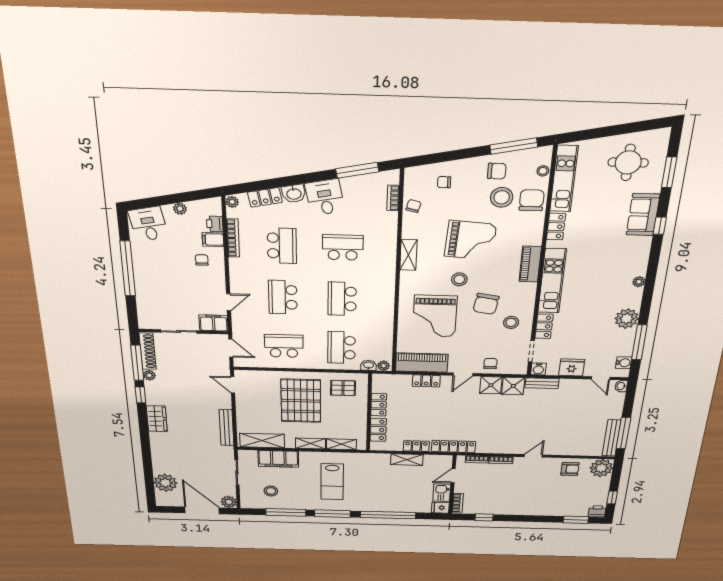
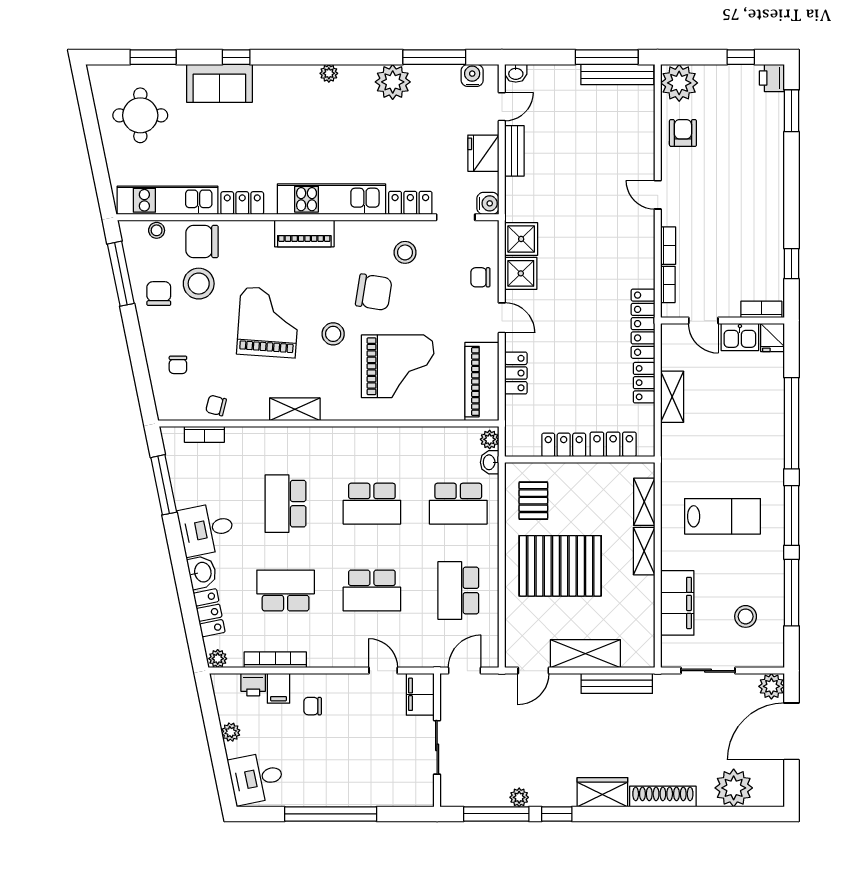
shoe rack: (148, 351) -> (663, 797), moved
bench: (542, 383) -> (514, 151), moved
shelving: (262, 441) -> (585, 654), moved, turned 90

